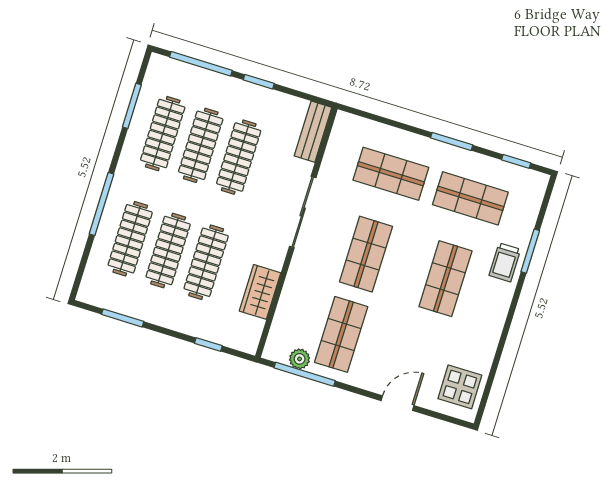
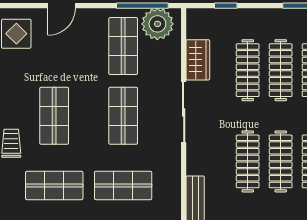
sliding door: (303, 212) -> (184, 112), moved
plant: (300, 359) -> (157, 24), width x1.87, depth x1.87

